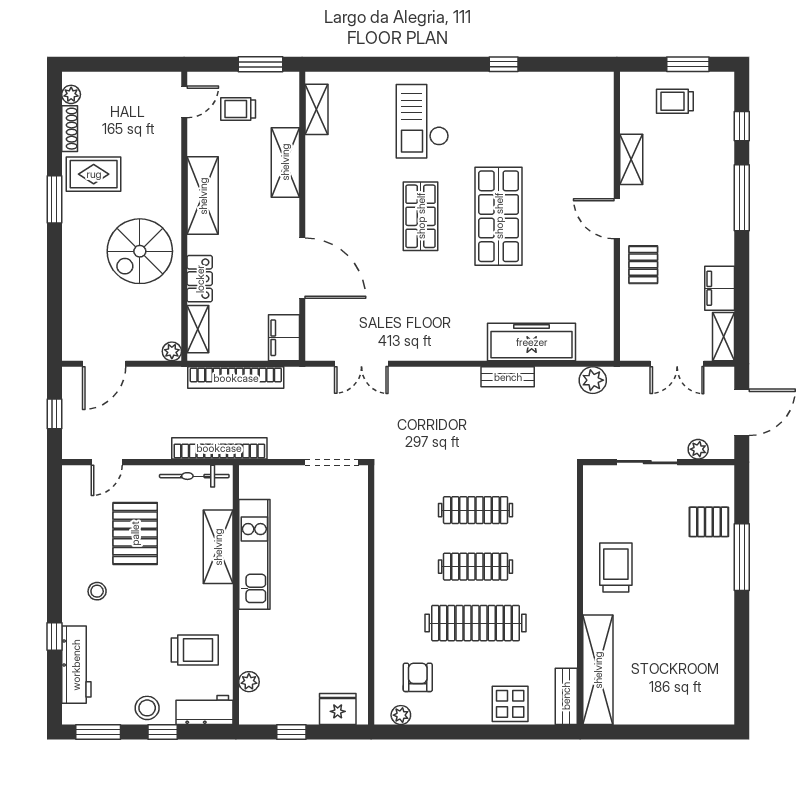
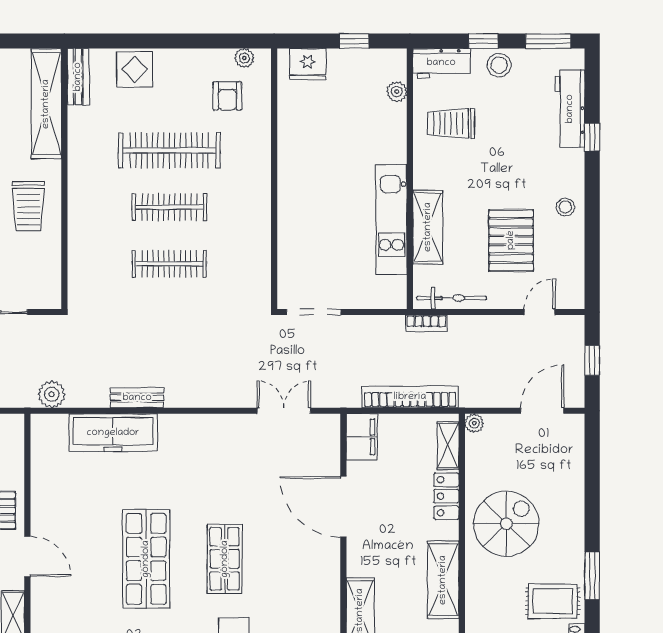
bookcase: (219, 448) -> (426, 323), width x0.43, depth x0.76
stool: (97, 591) -> (565, 207), moved

